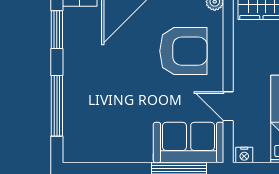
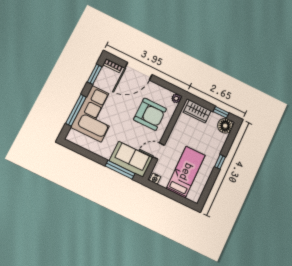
corner sofa: (94, 95) -> (97, 114), added
door: (228, 106) -> (159, 151), hinge flipped

